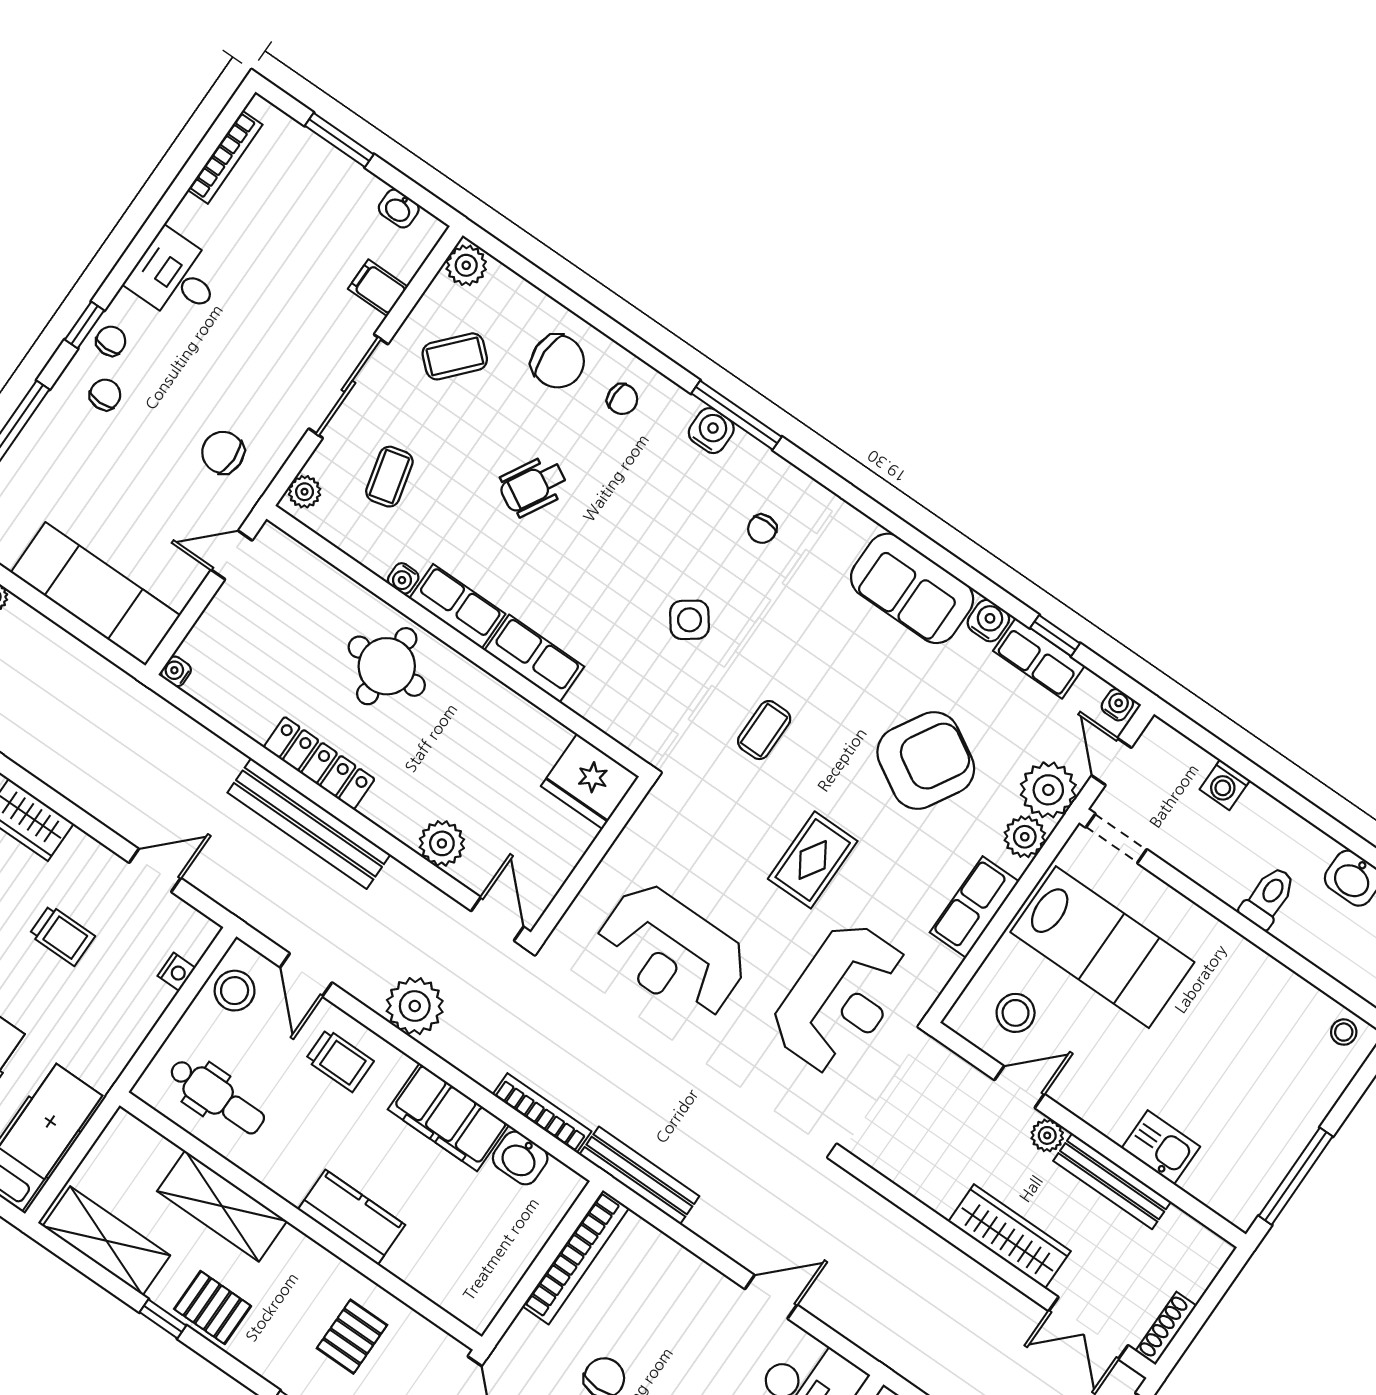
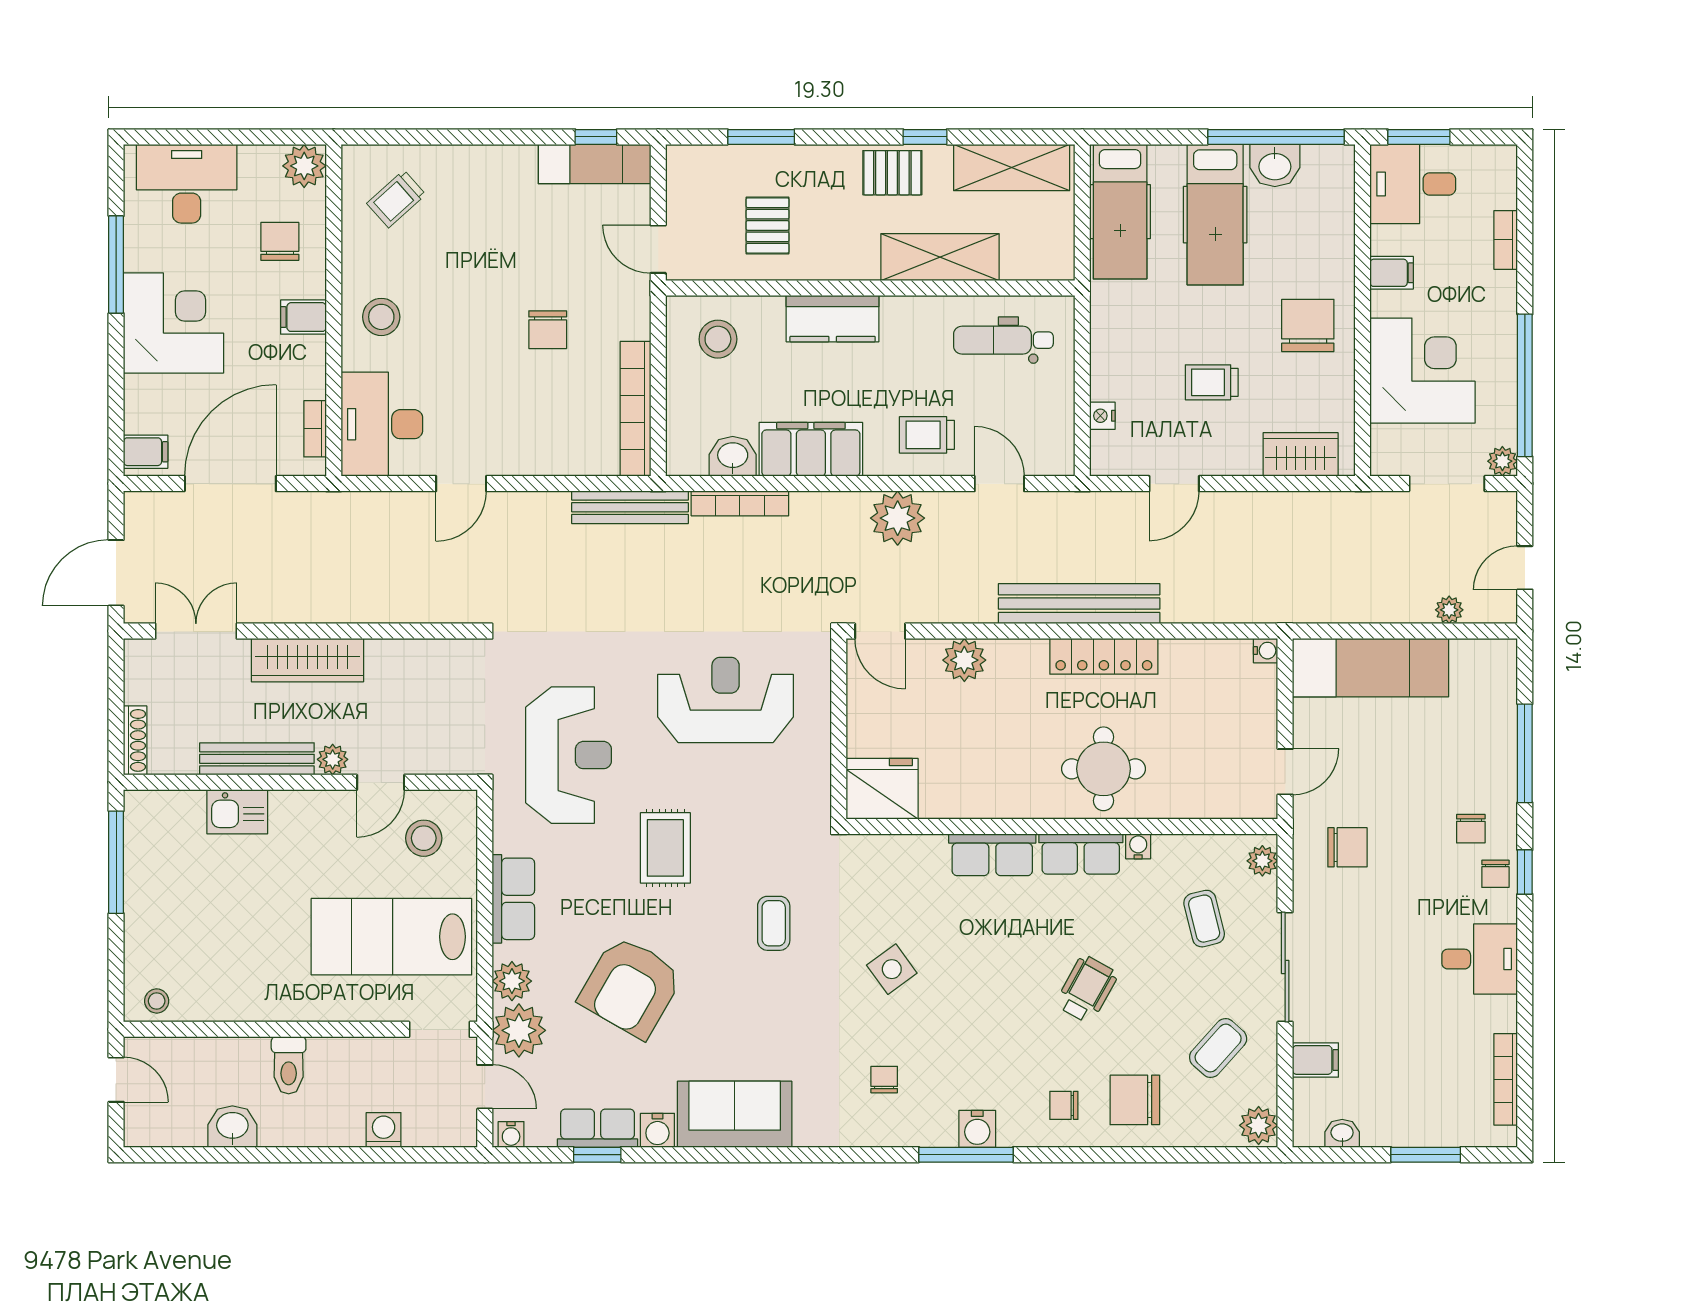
stool: (235, 991) -> (718, 339), moved
reception desk: (841, 998) -> (568, 755), turned 180
shoe rack: (1166, 1328) -> (135, 740), moved

